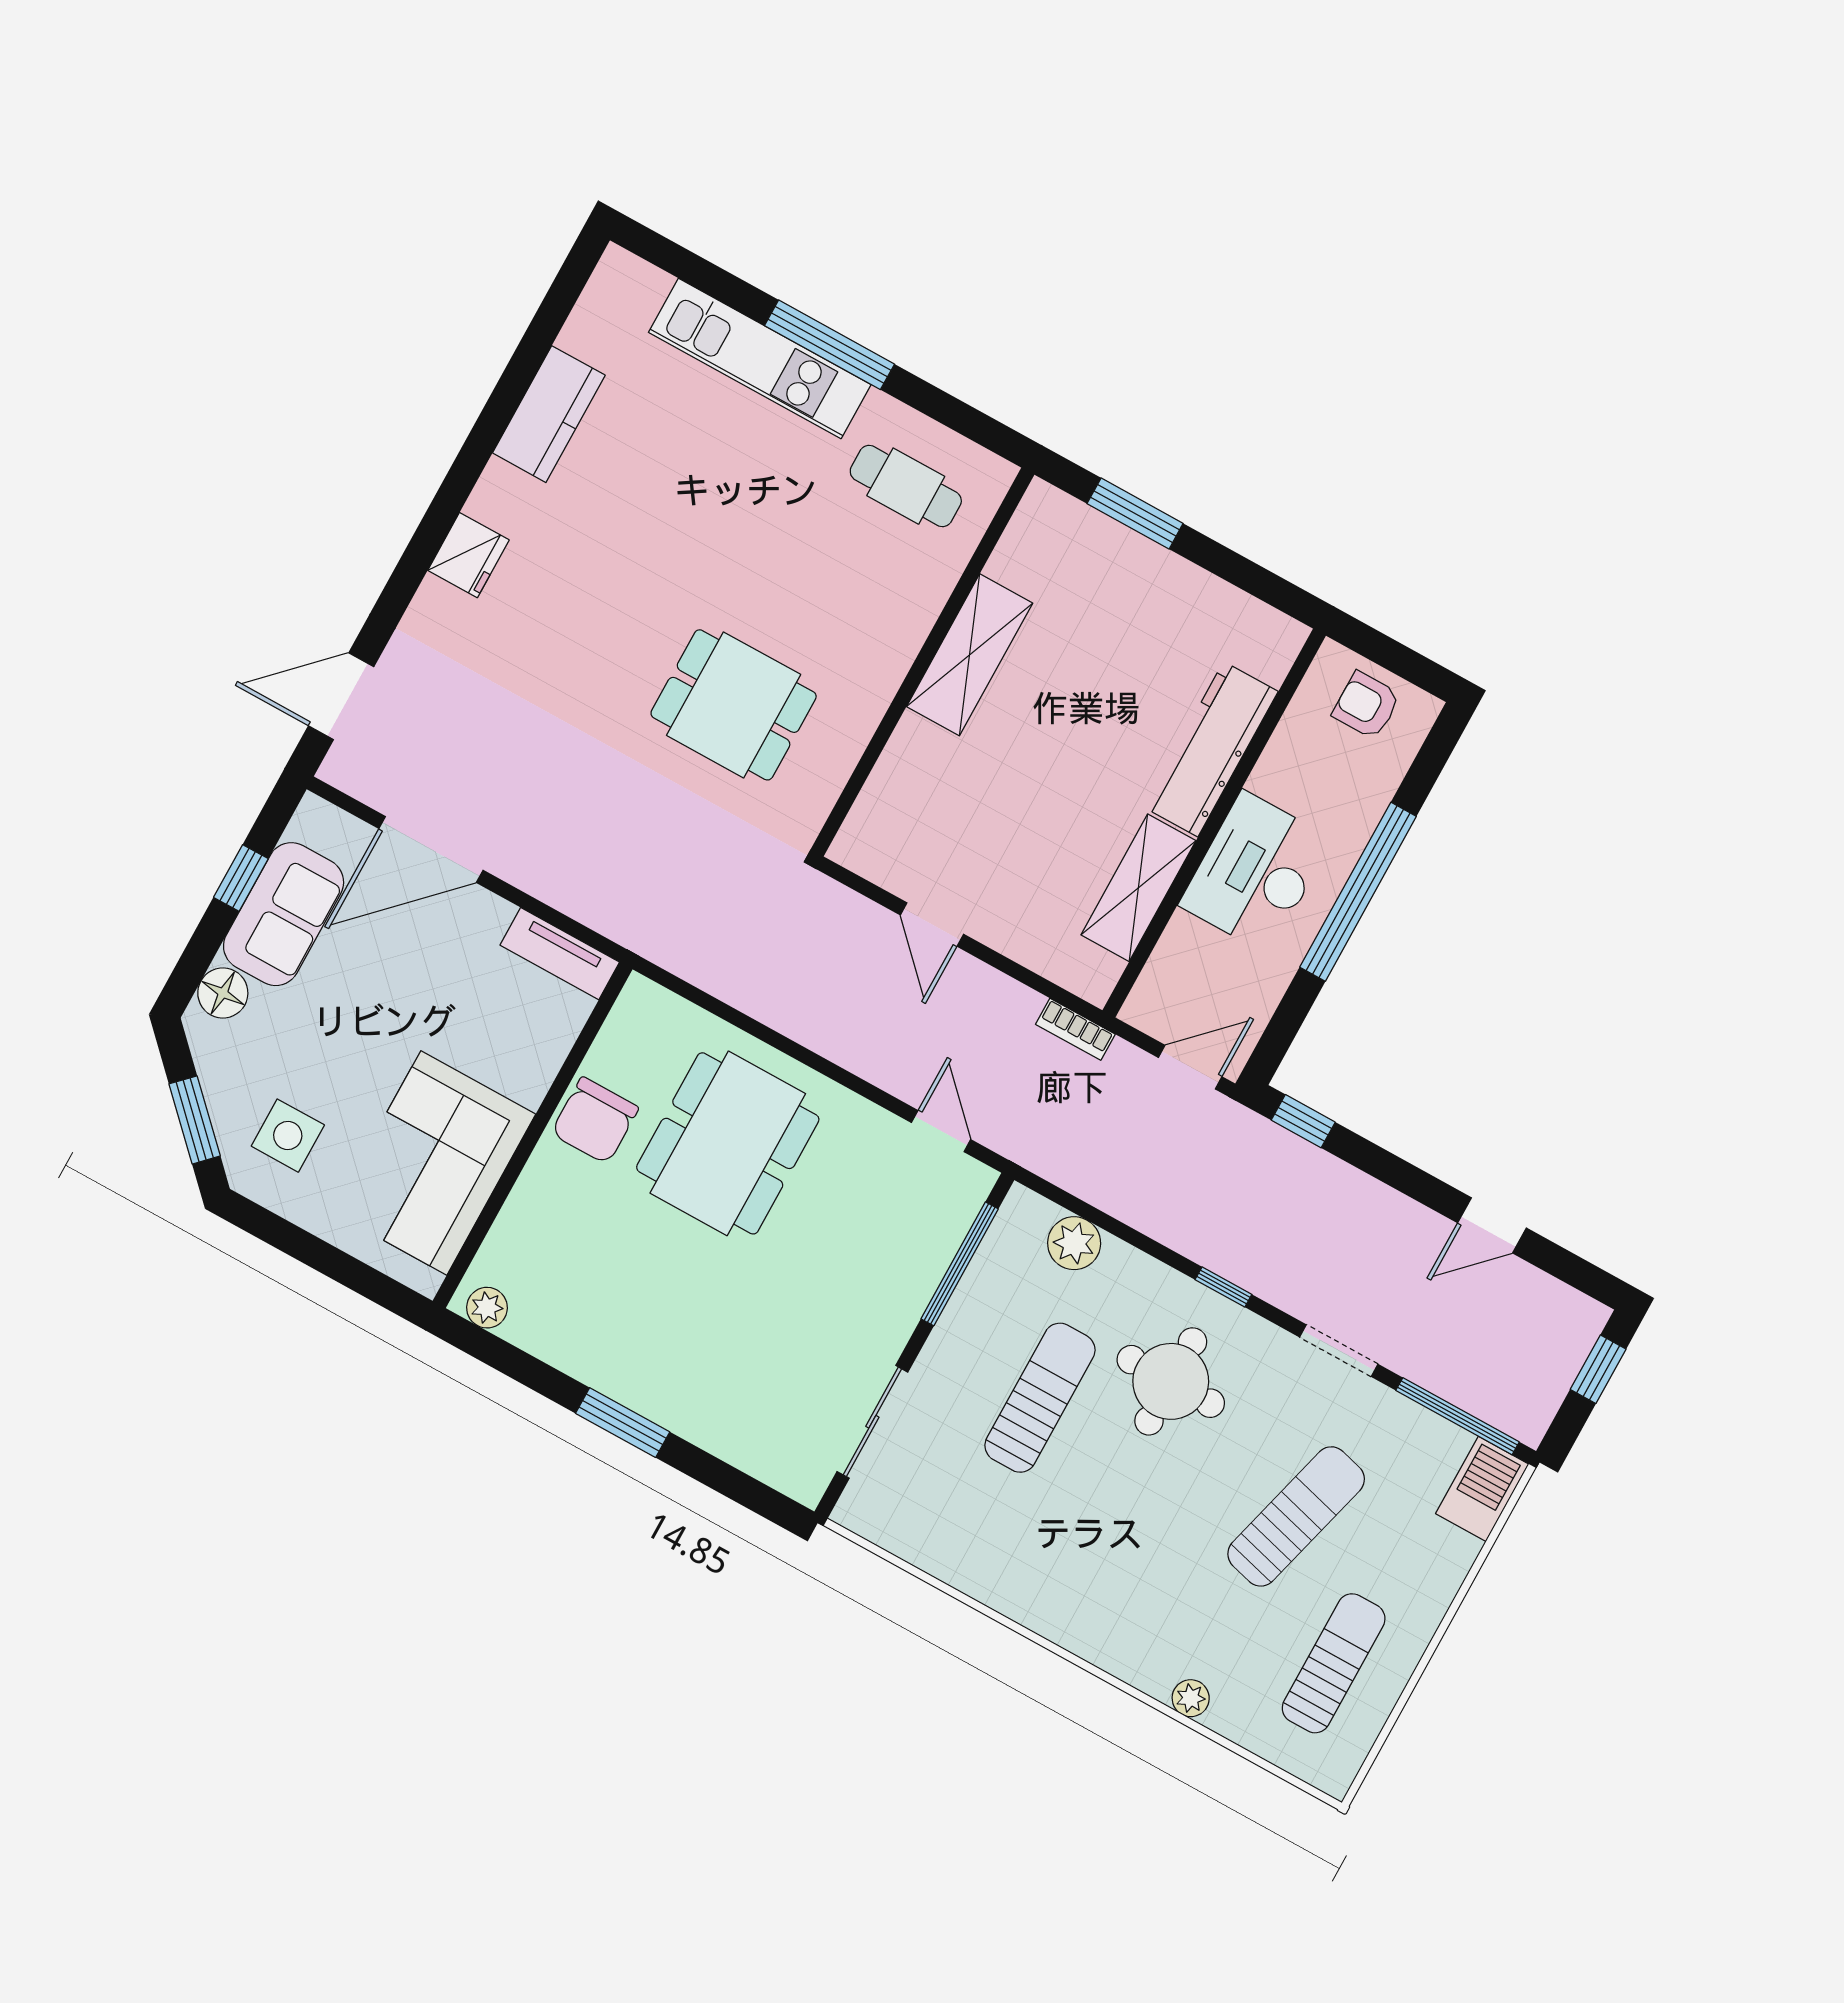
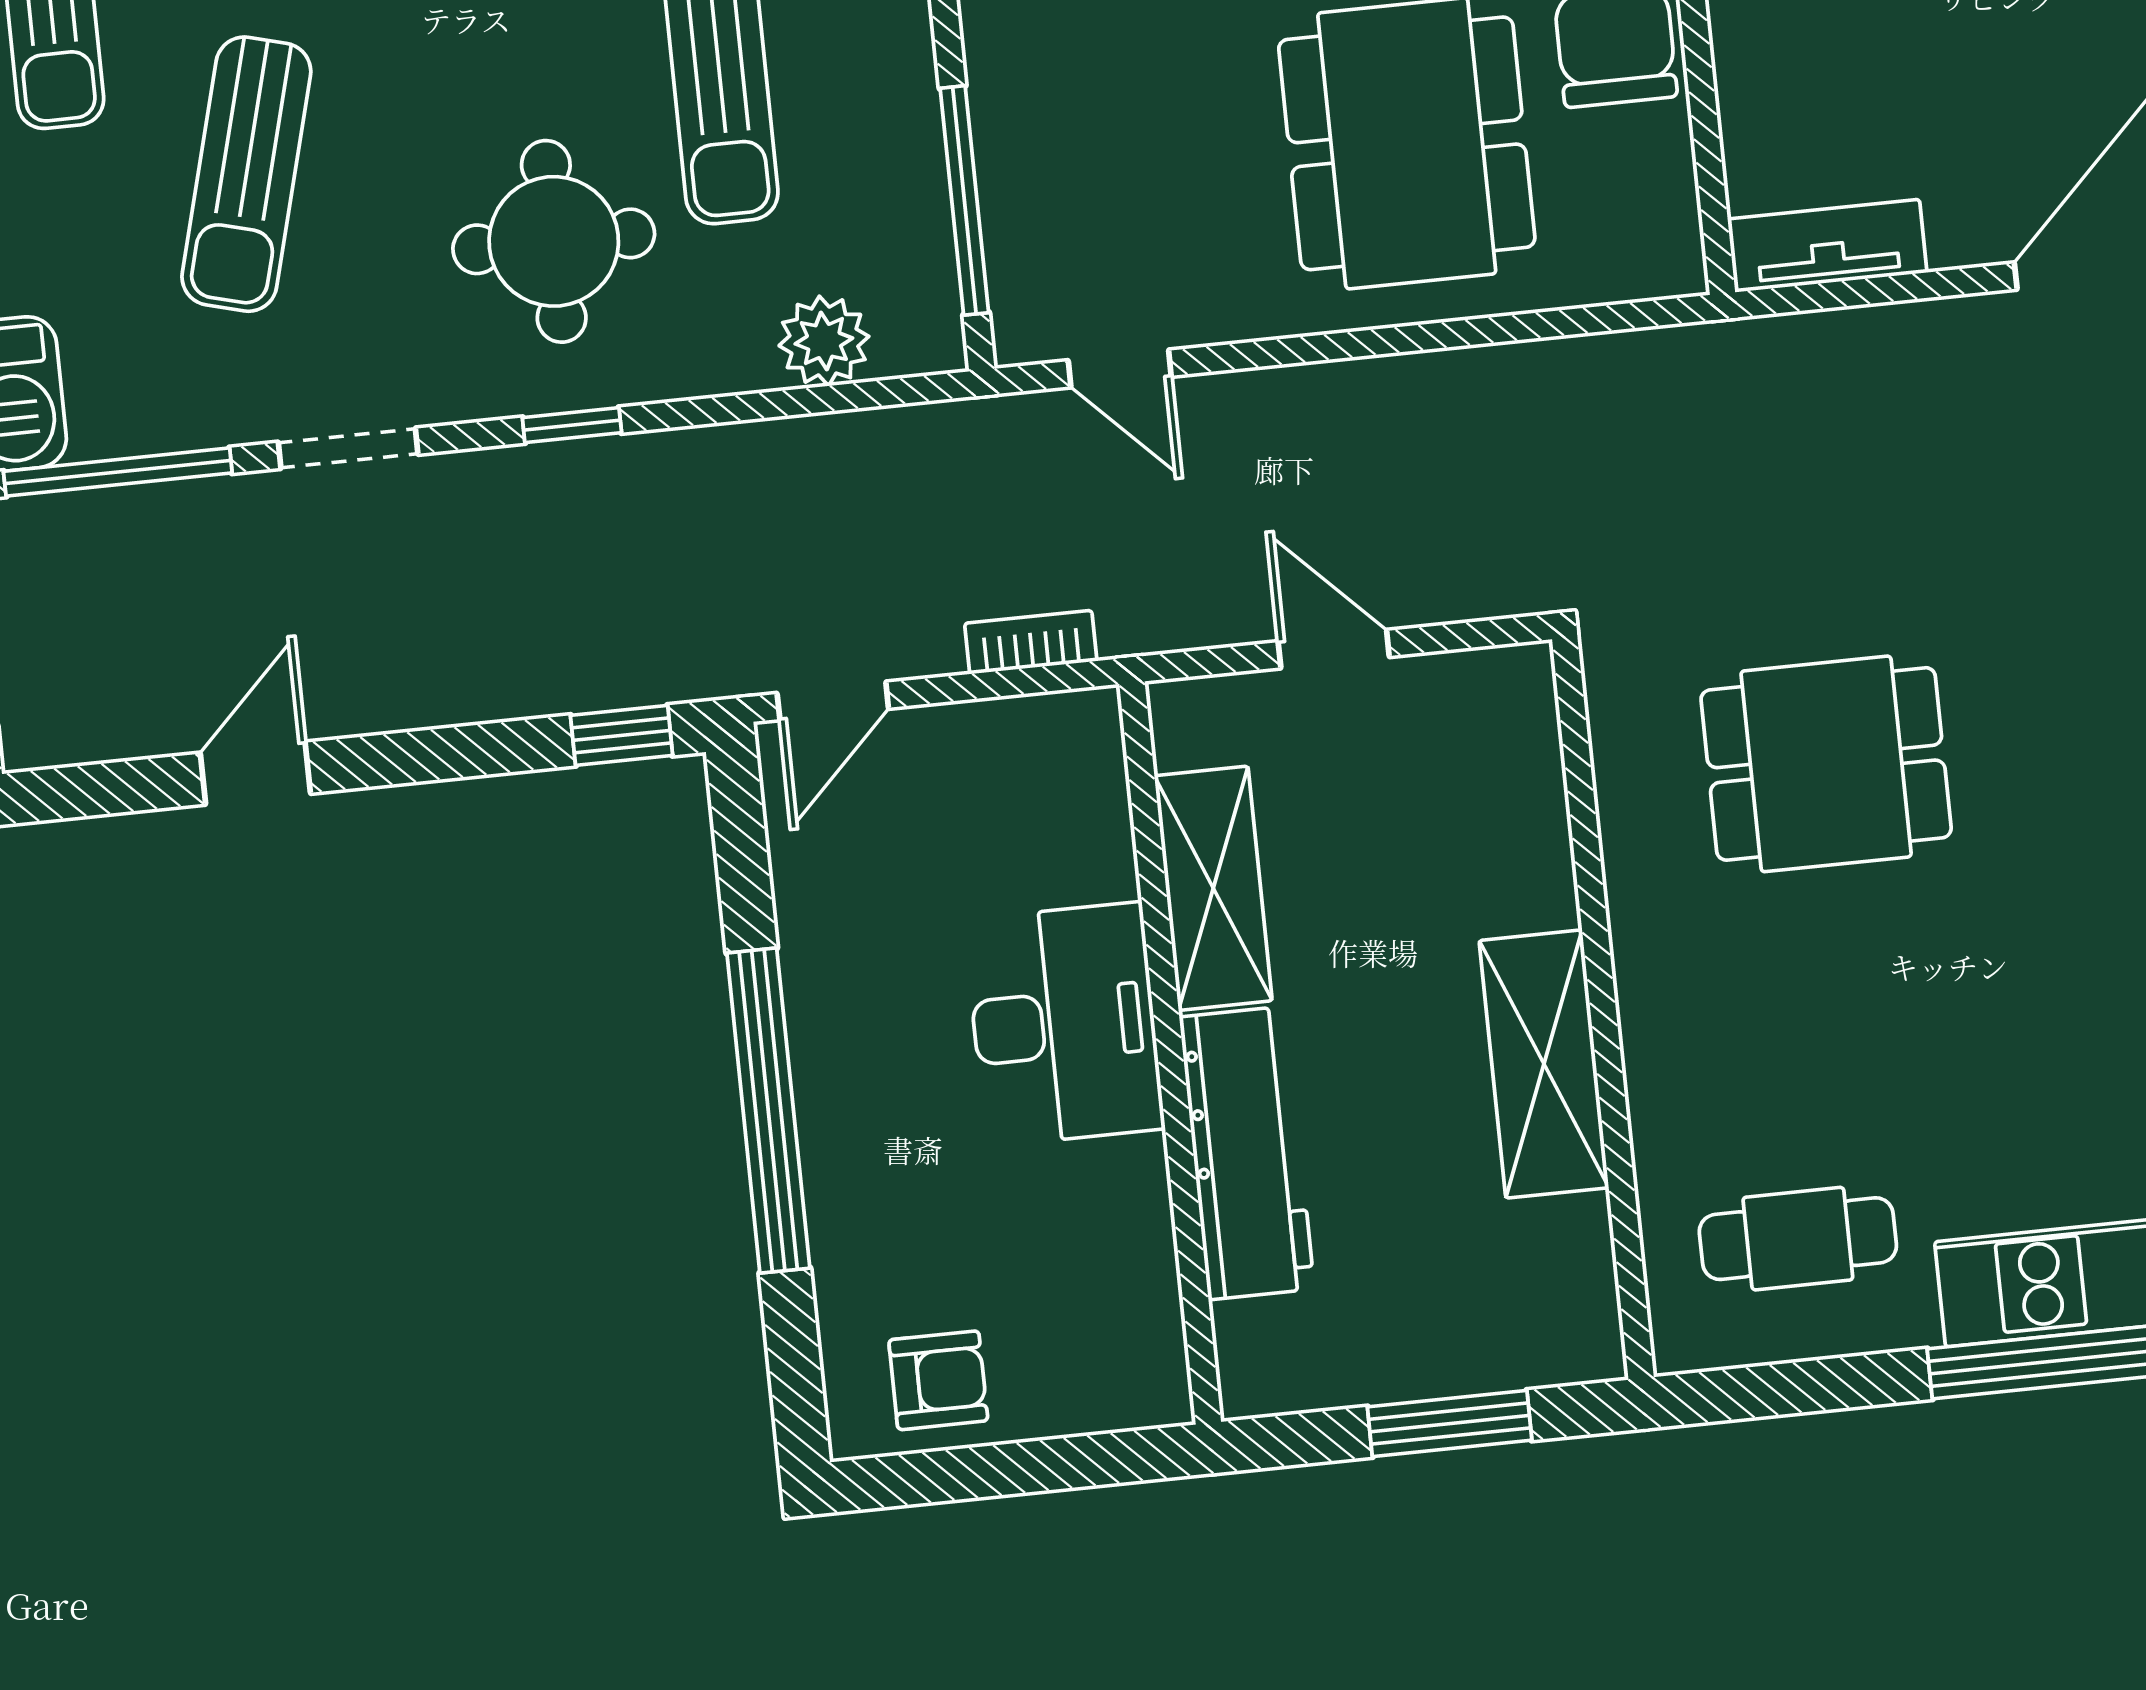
workbench: (1211, 749) -> (1247, 1153), moved
wall: (1214, 823) -> (1170, 1053), moved
desk: (1256, 872) -> (1064, 1024), moved
shelving: (1138, 888) -> (1213, 888), moved

